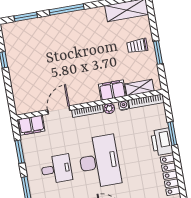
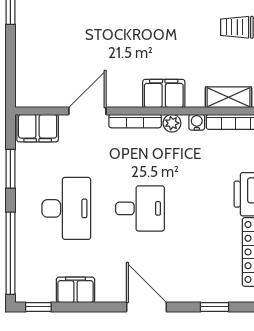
filing cabinet: (112, 90) -> (164, 94), moved
desk: (99, 161) -> (140, 208), width x0.53, depth x0.77
desk: (56, 169) -> (66, 208), width x1.37

